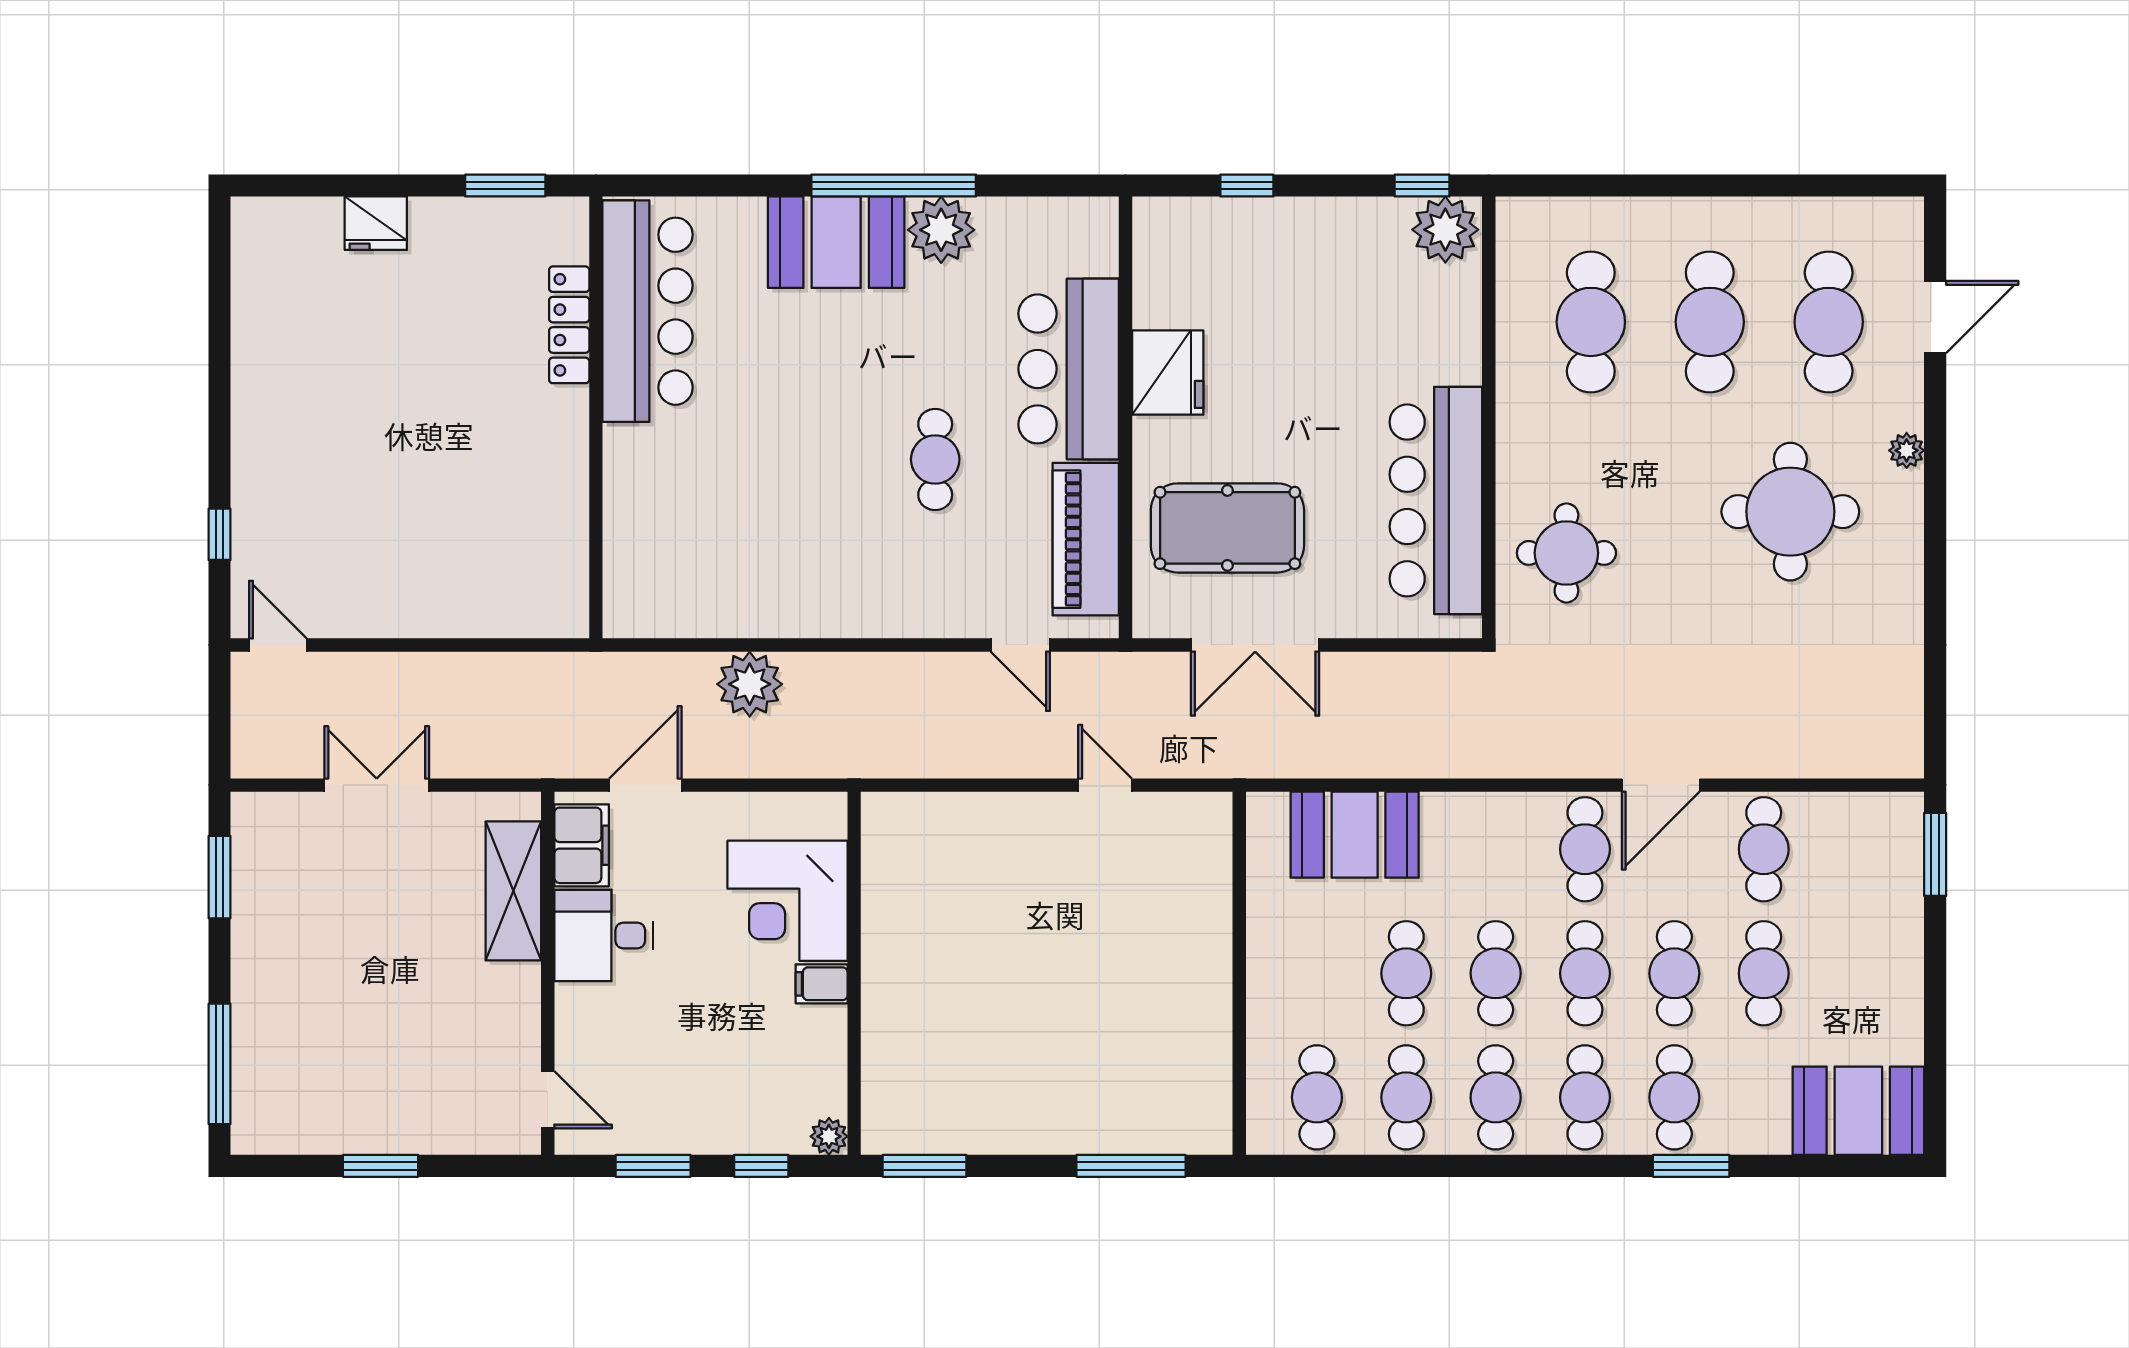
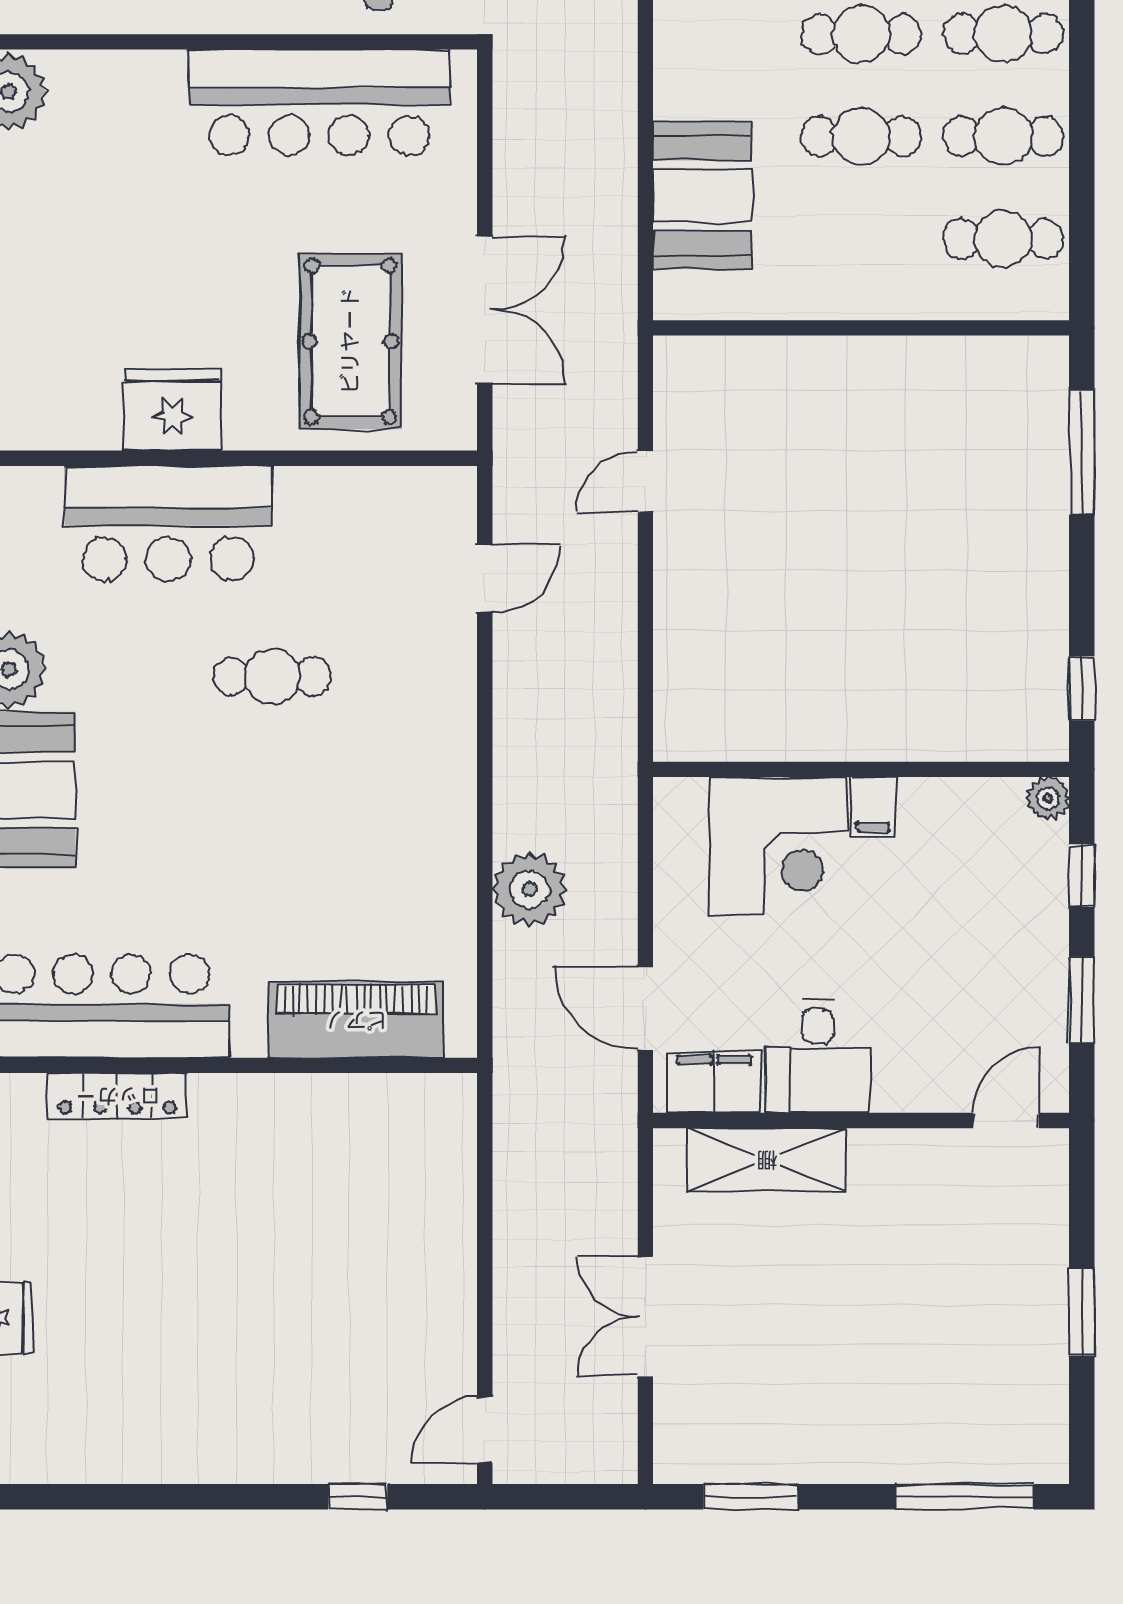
piano: (1086, 539) -> (356, 1020), moved, turned 180
window: (925, 1166) -> (1082, 689), width x0.67

